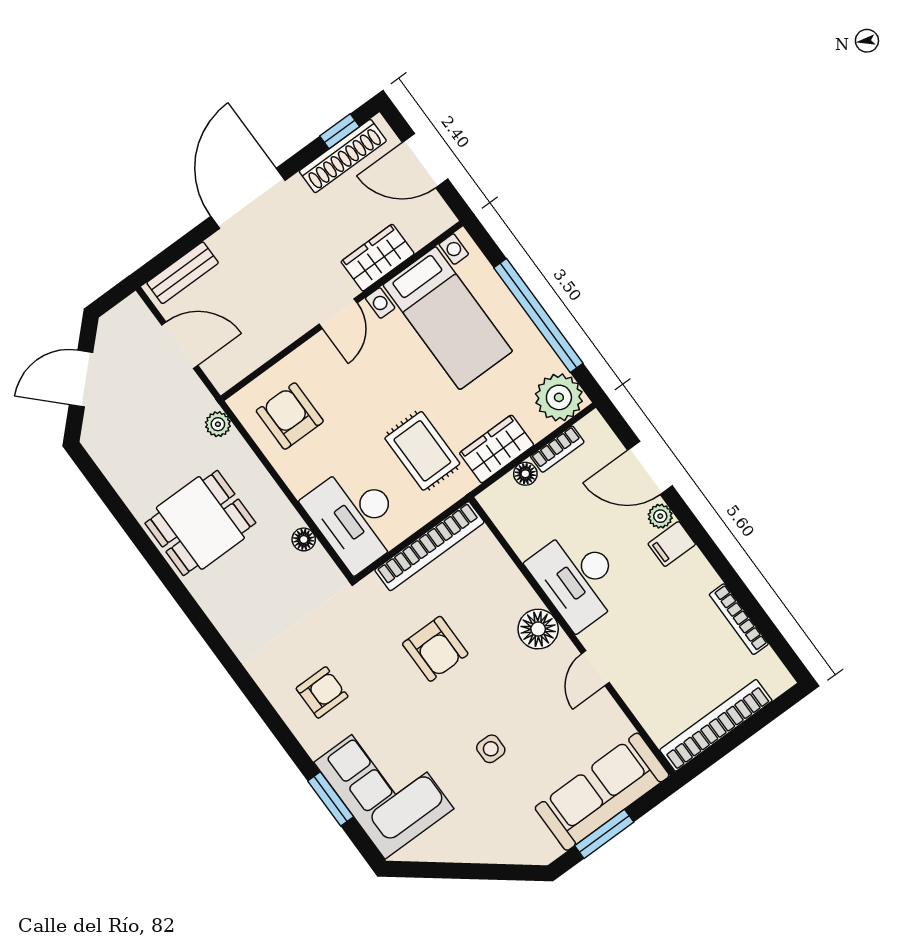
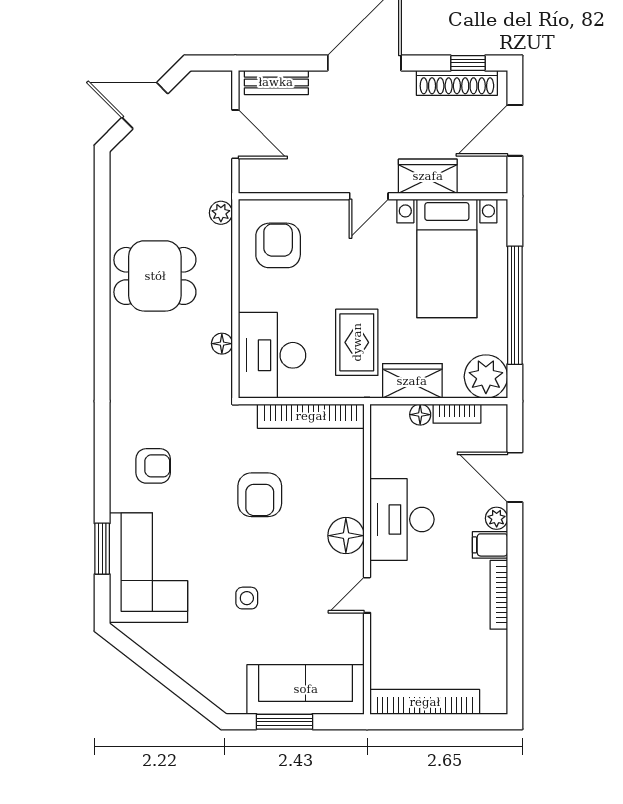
door: (425, 161) -> (515, 130), hinge flipped
bookcase: (739, 619) -> (499, 595), moved

